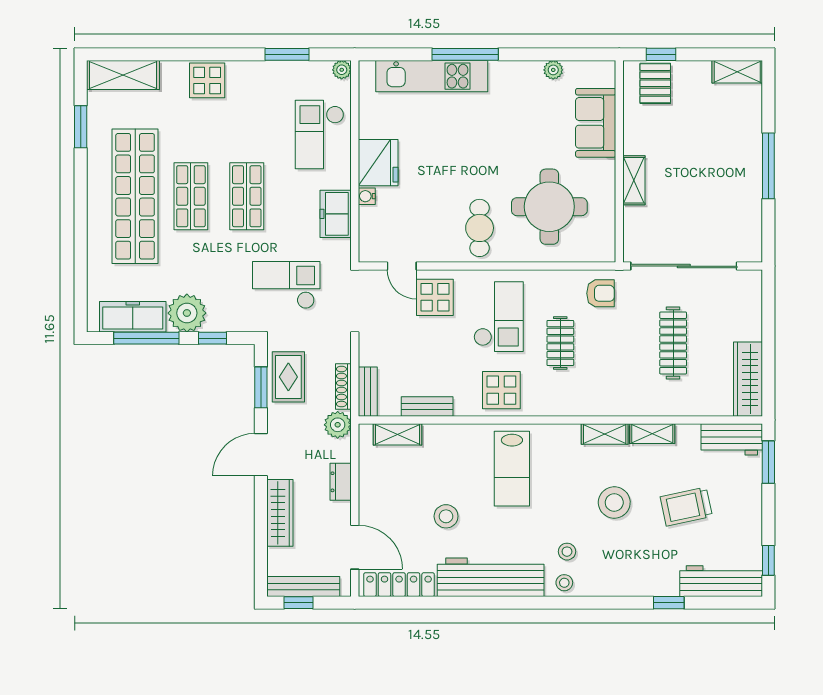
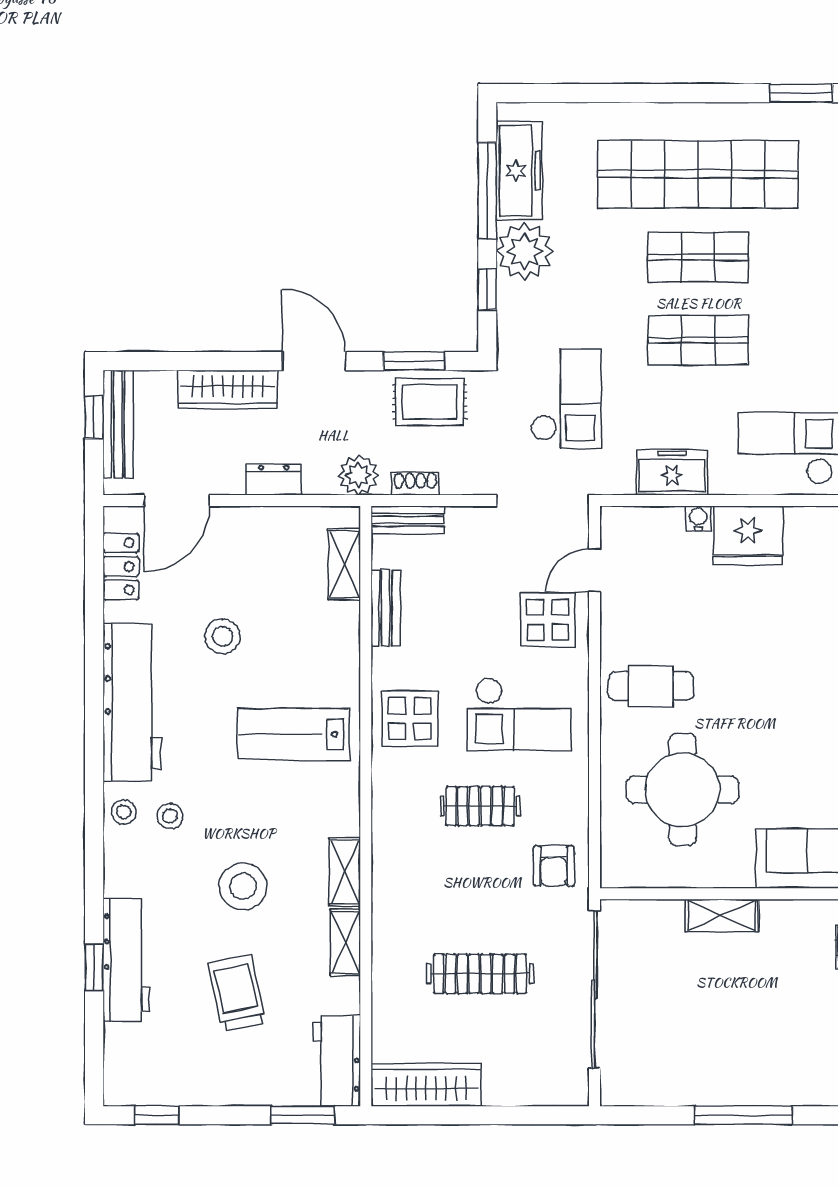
shoe rack: (343, 387) -> (415, 484), width x0.70
workbench: (721, 581) -> (126, 960), moved
locker: (399, 585) -> (121, 566), width x0.66

